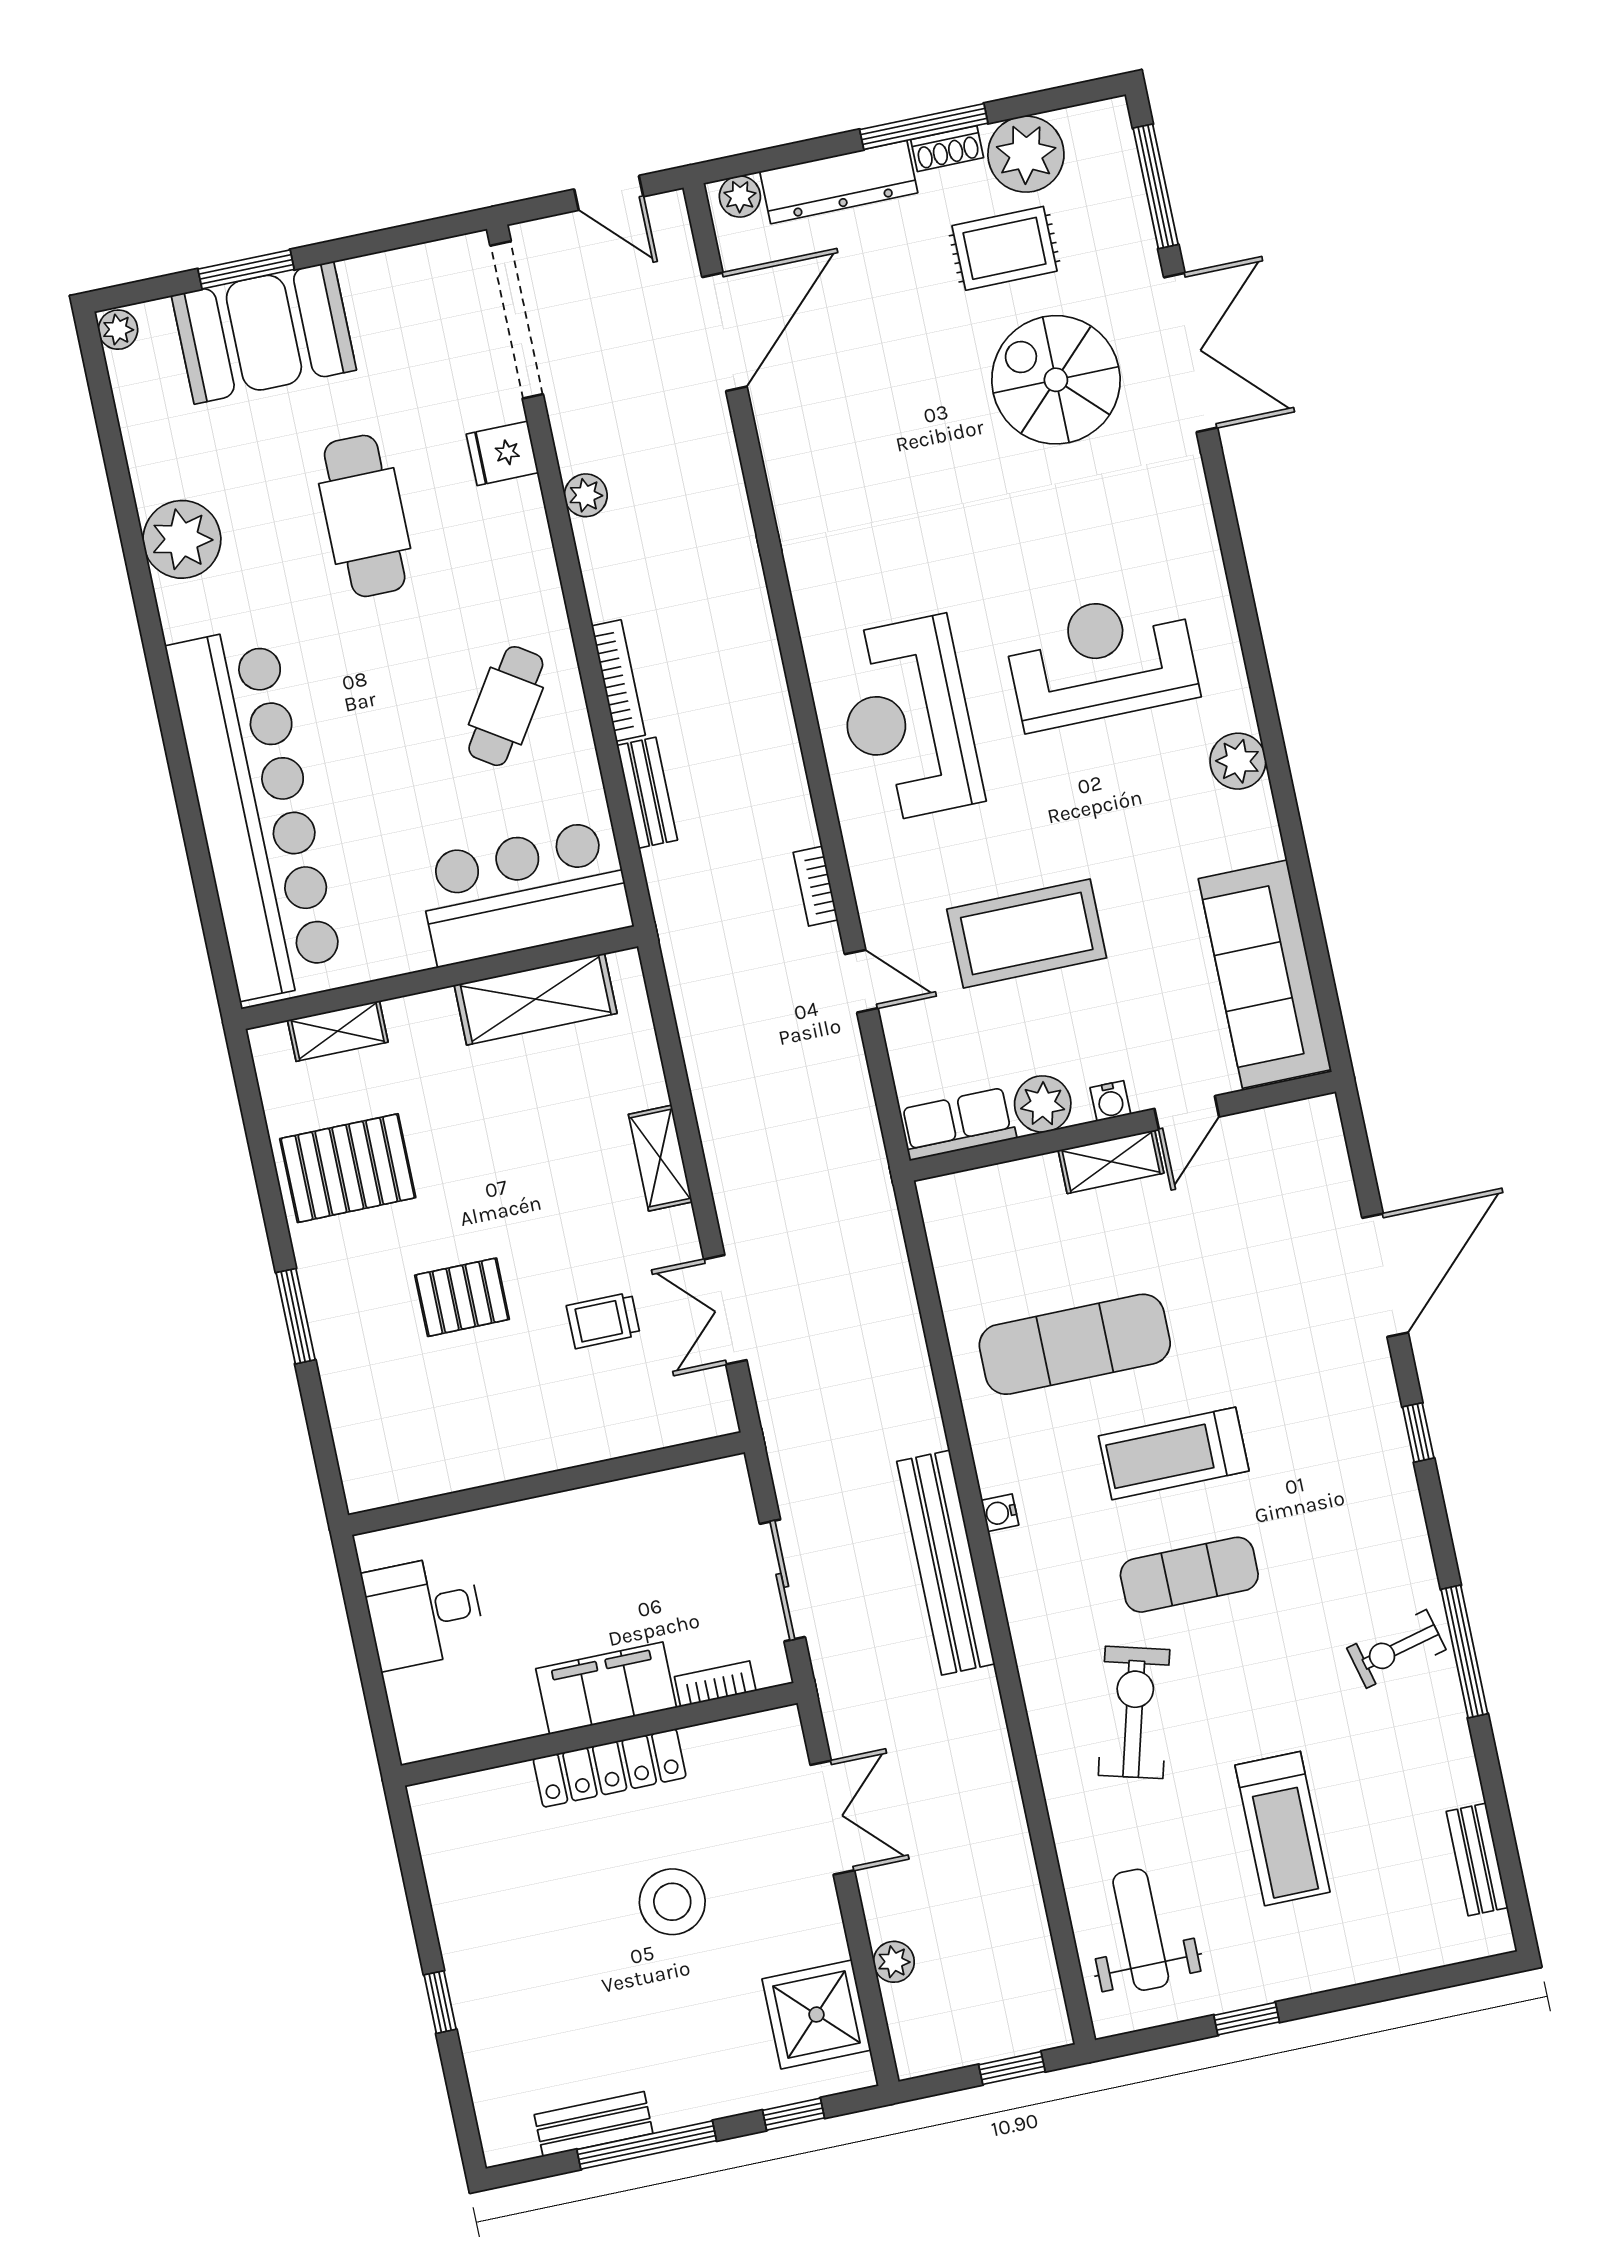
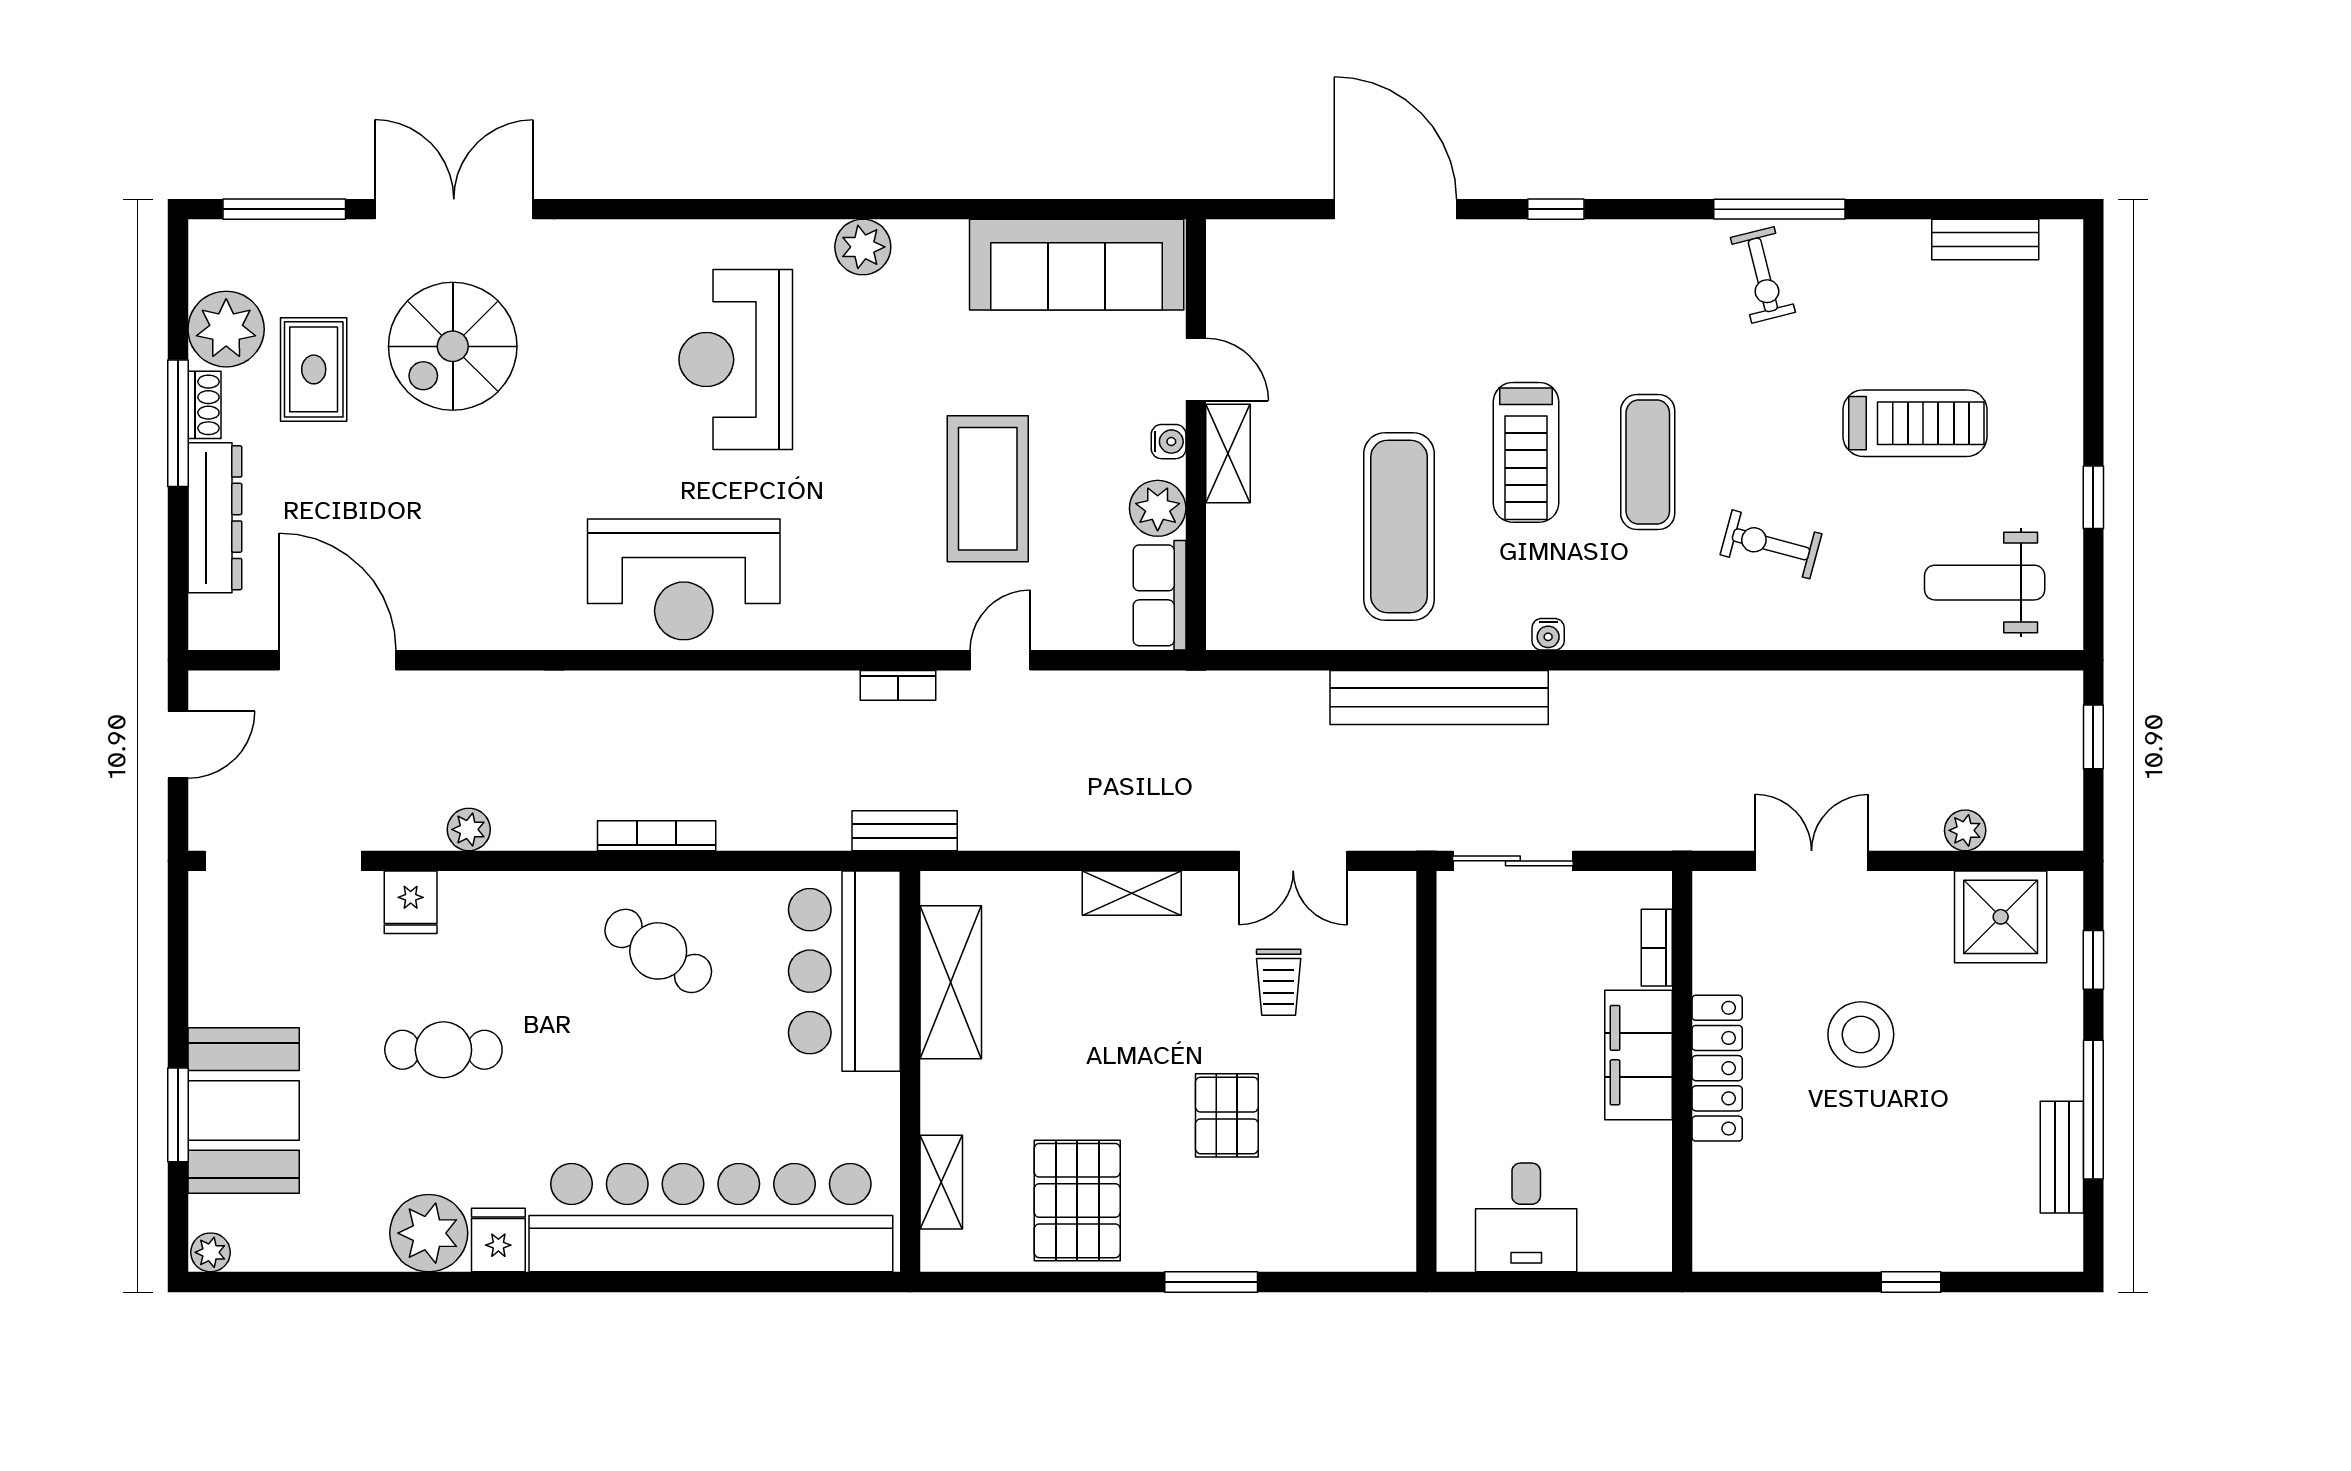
plant: (740, 197) -> (209, 617), removed
cafe table: (365, 516) -> (443, 1050), width x0.73, depth x0.74
fridge: (190, 609) -> (498, 1240), added
reception desk: (907, 719) -> (684, 579), moved
bench: (647, 793) -> (905, 831), moved
bench: (946, 1563) -> (1439, 697), moved
sliding door: (782, 1580) -> (1513, 861), moved
exercise bike: (1134, 1712) -> (1771, 544), width x0.73, depth x0.72

